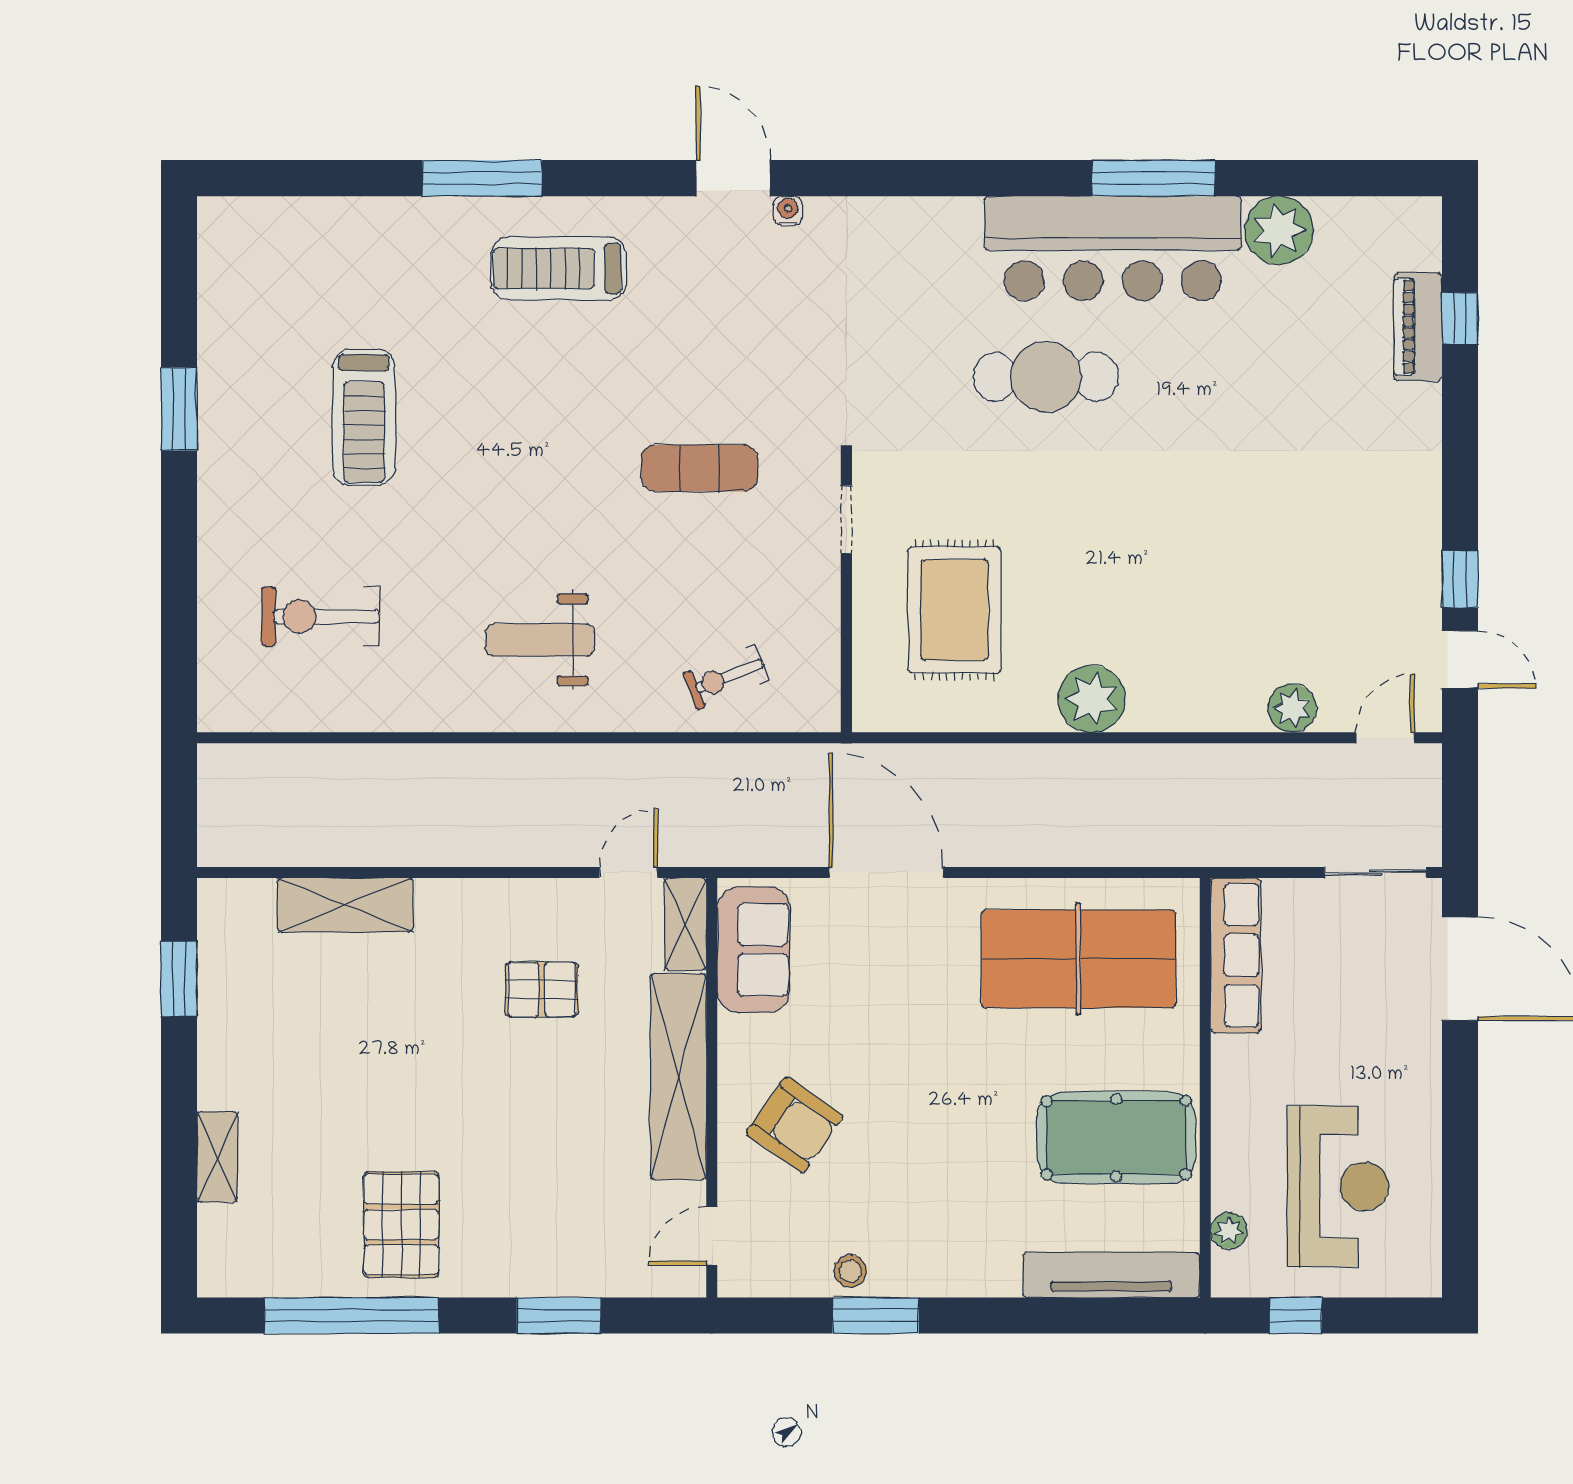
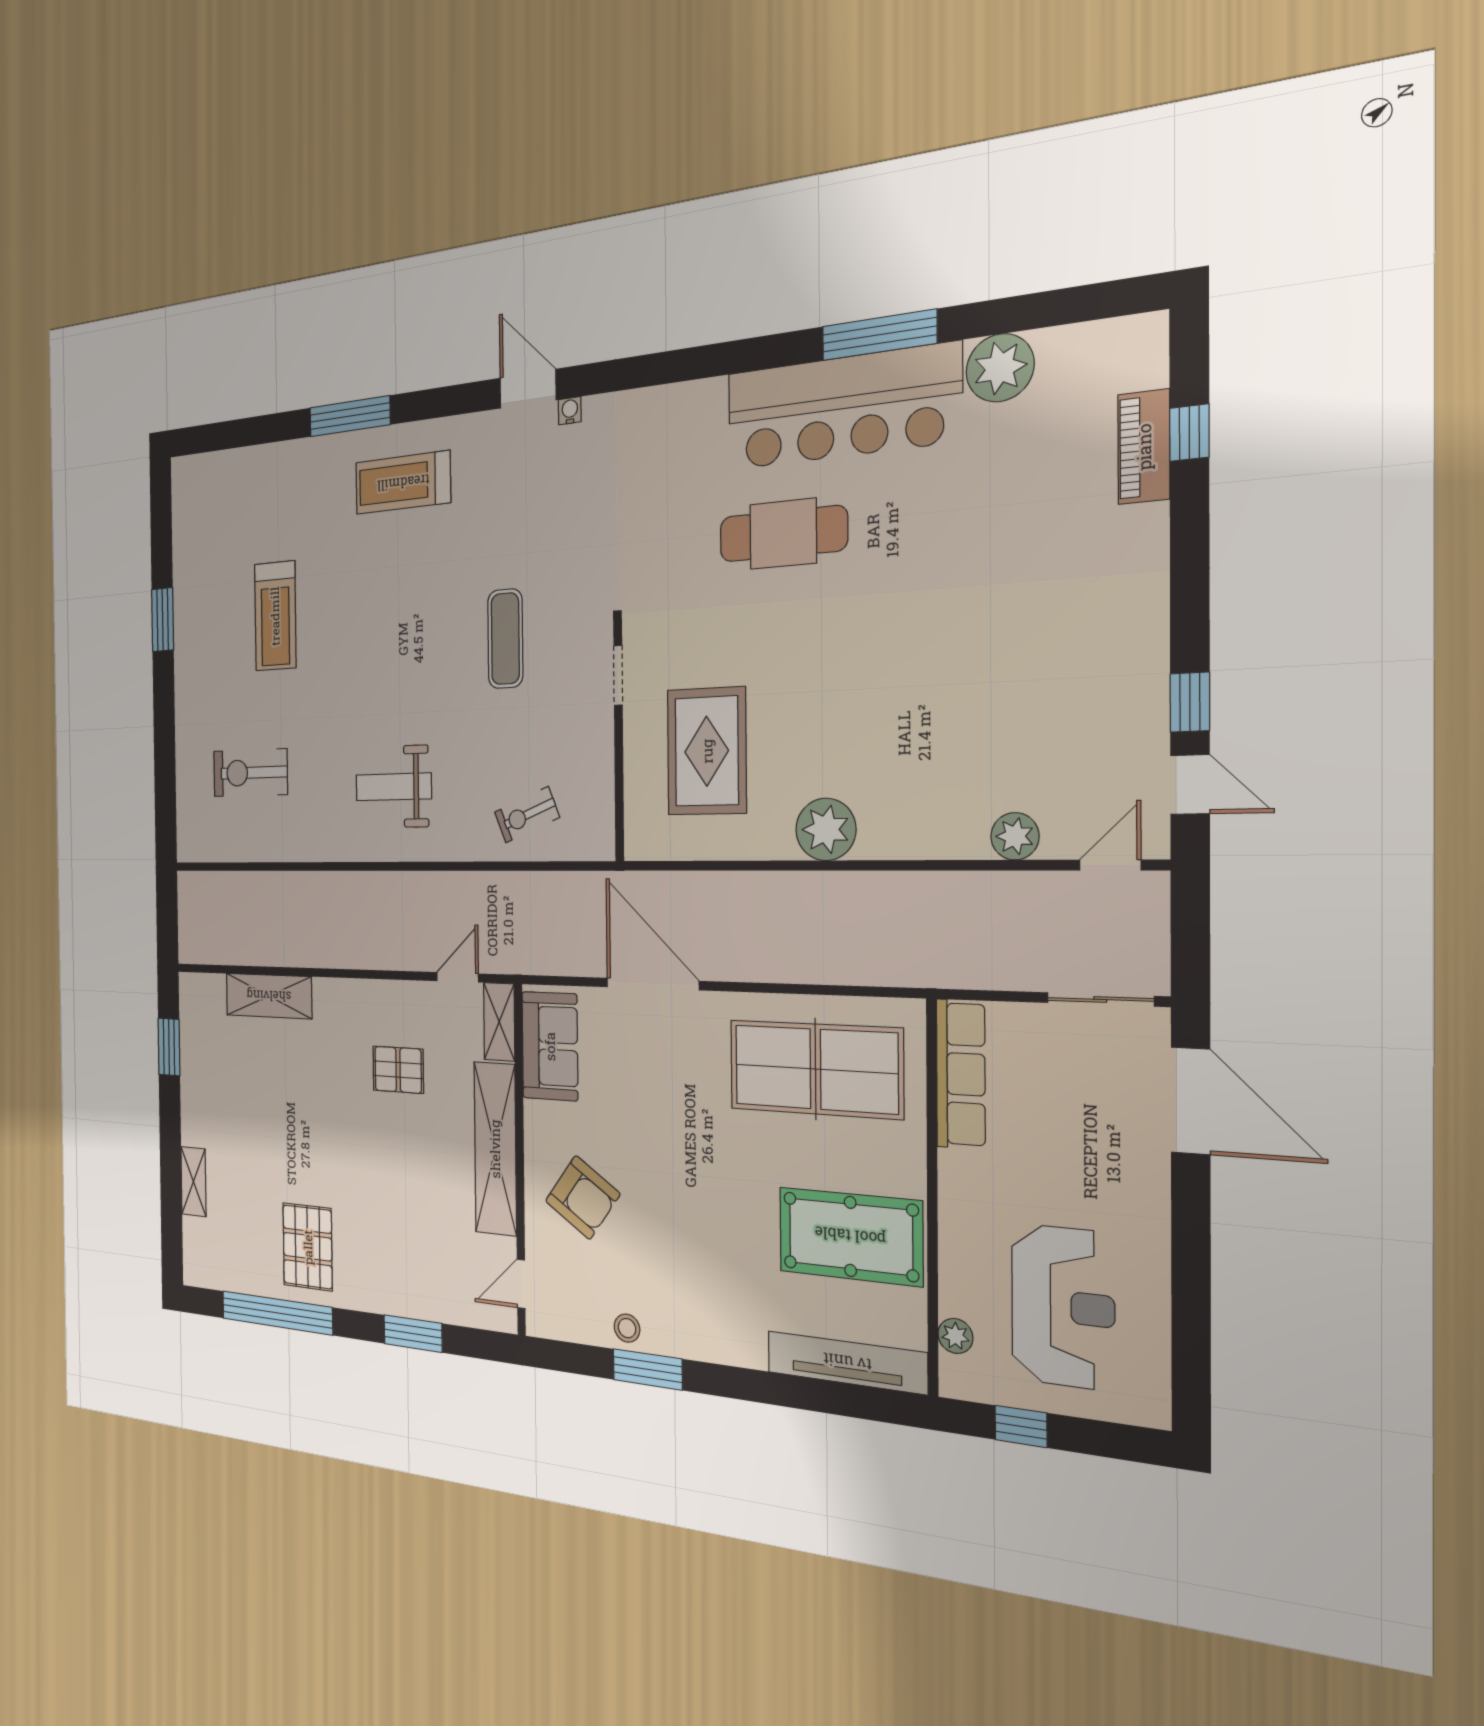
exercise mat: (699, 468) -> (505, 639), turned 90

